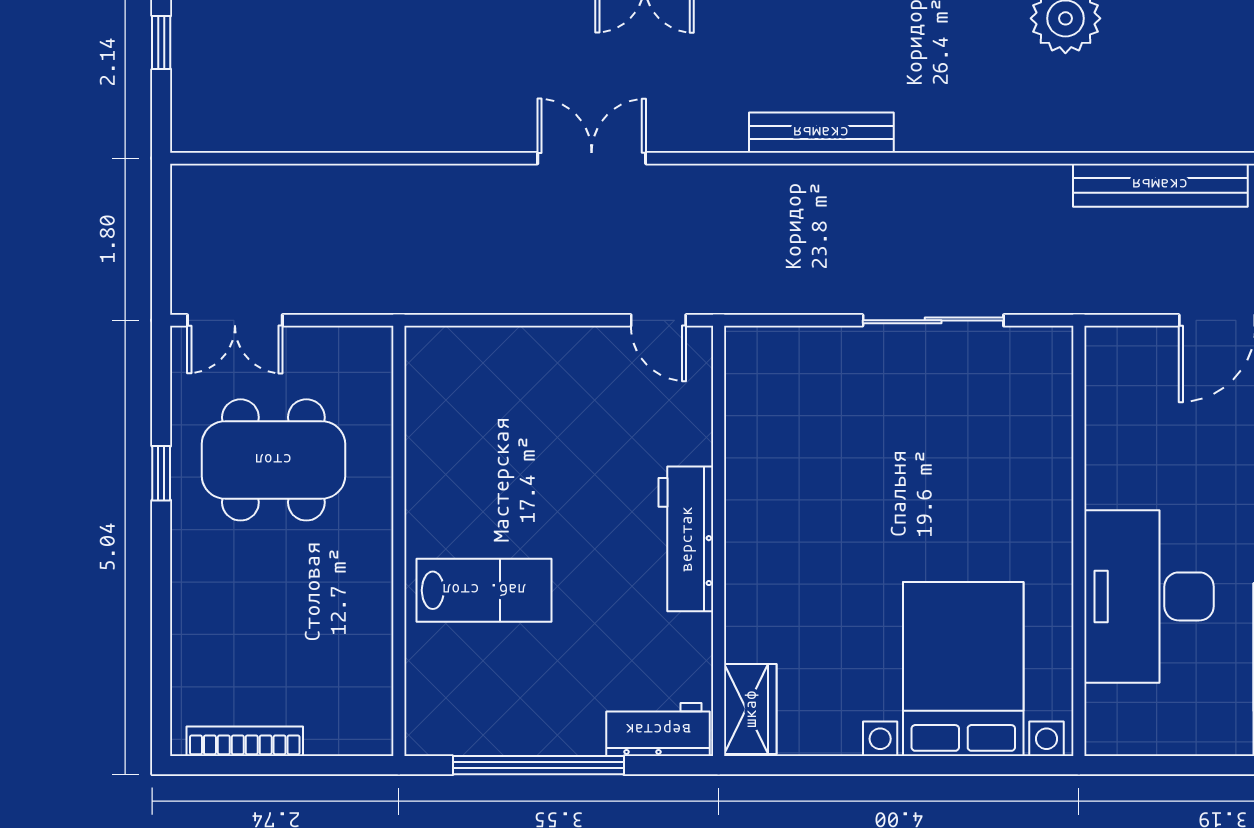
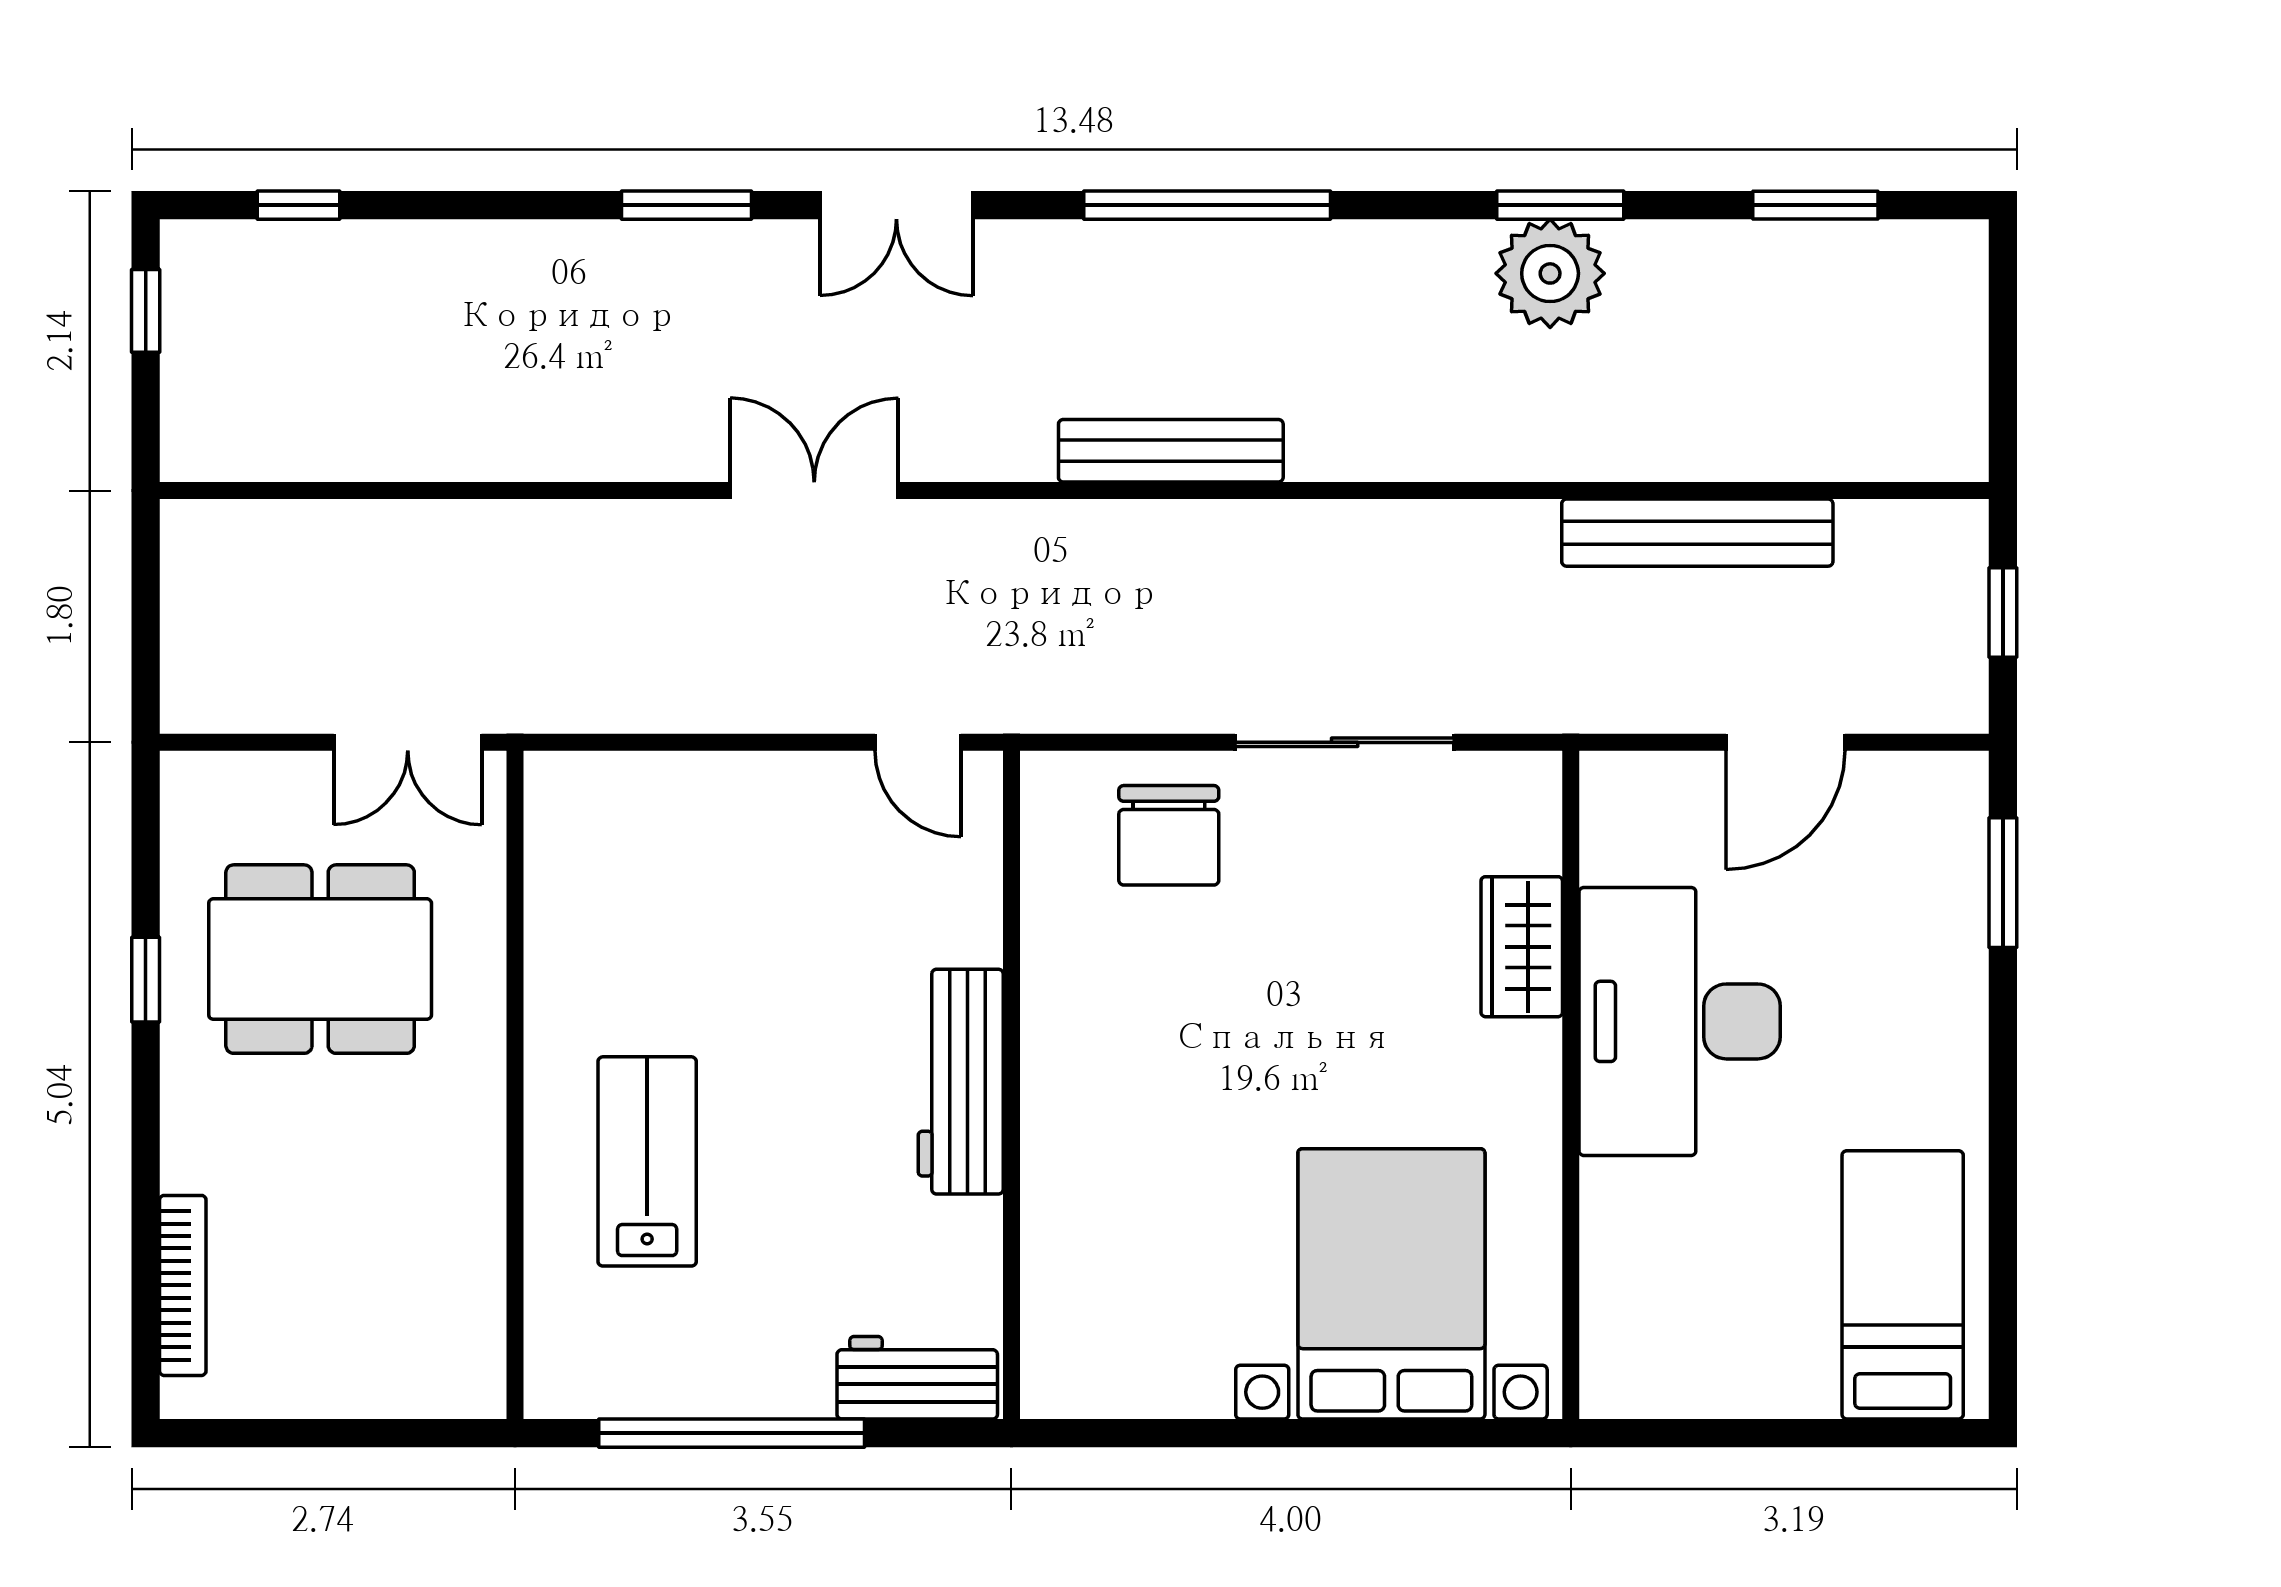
double door: (235, 320) -> (408, 742), moved
chair: (820, 380) -> (1169, 835), added
lab bench: (484, 590) -> (647, 1161), turned -90
desk: (1149, 596) -> (1680, 1021), moved
wardrobe: (750, 709) -> (1522, 947), moved, turned 180
bookcase: (245, 741) -> (183, 1285), moved, turned 90

